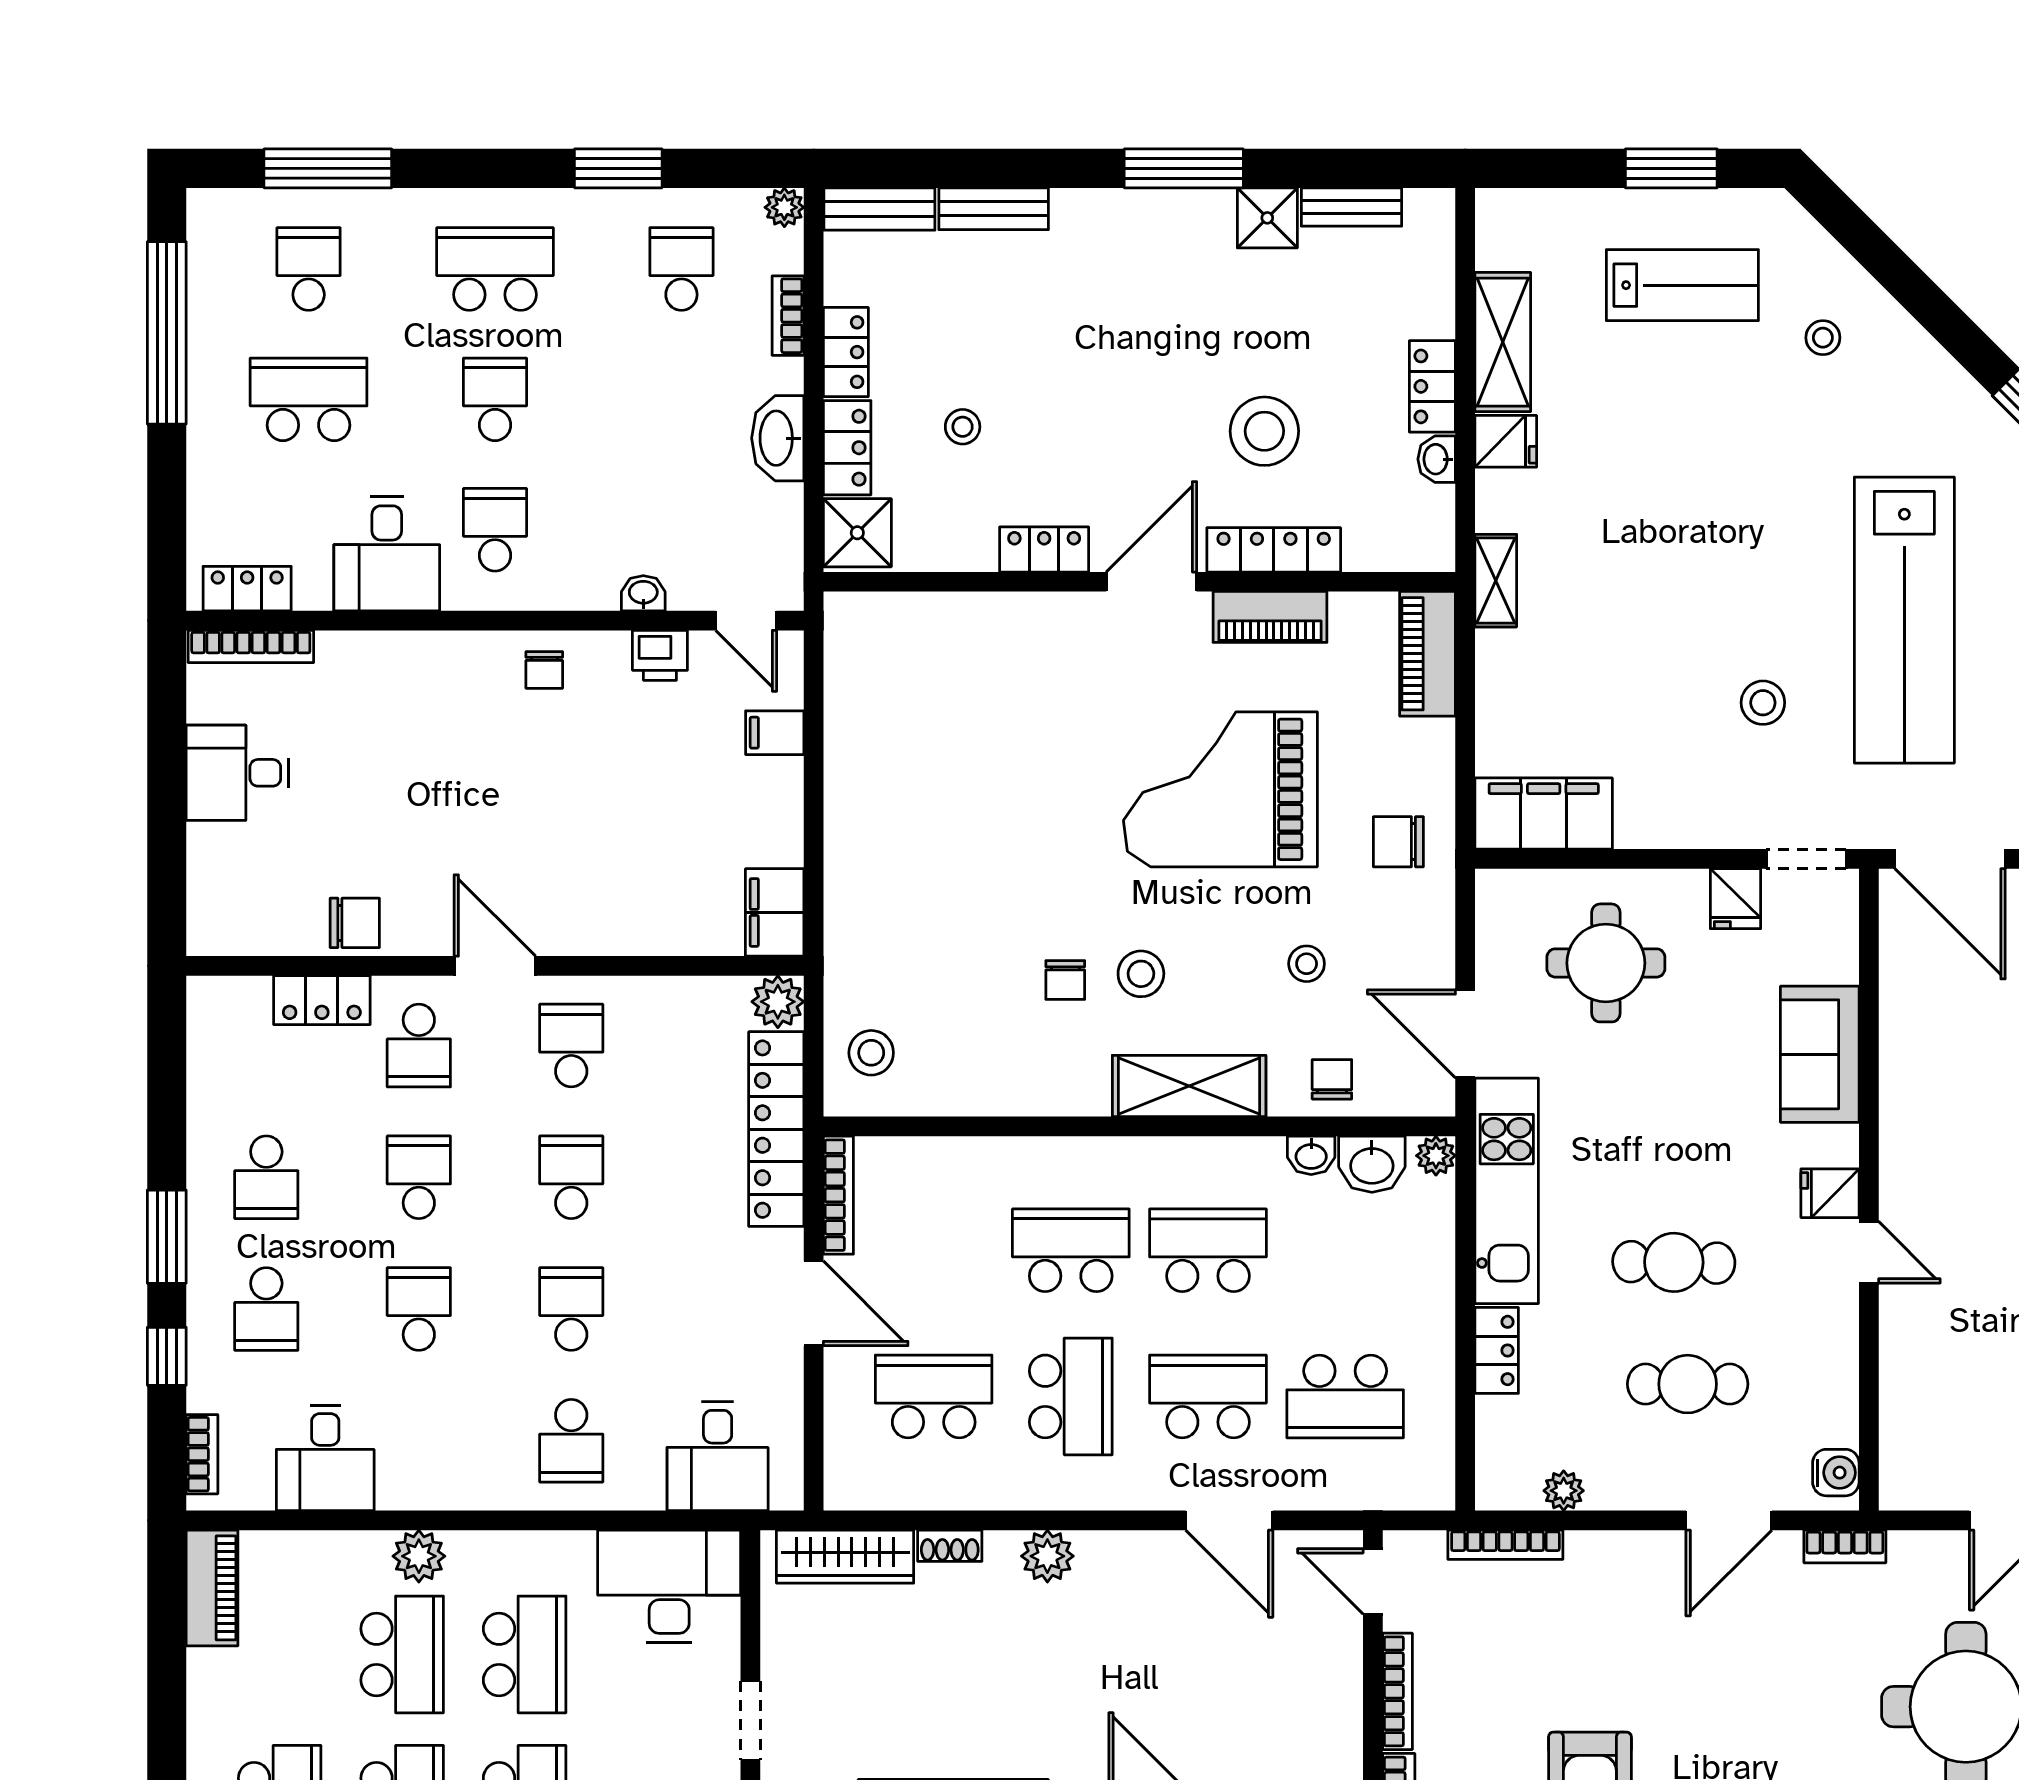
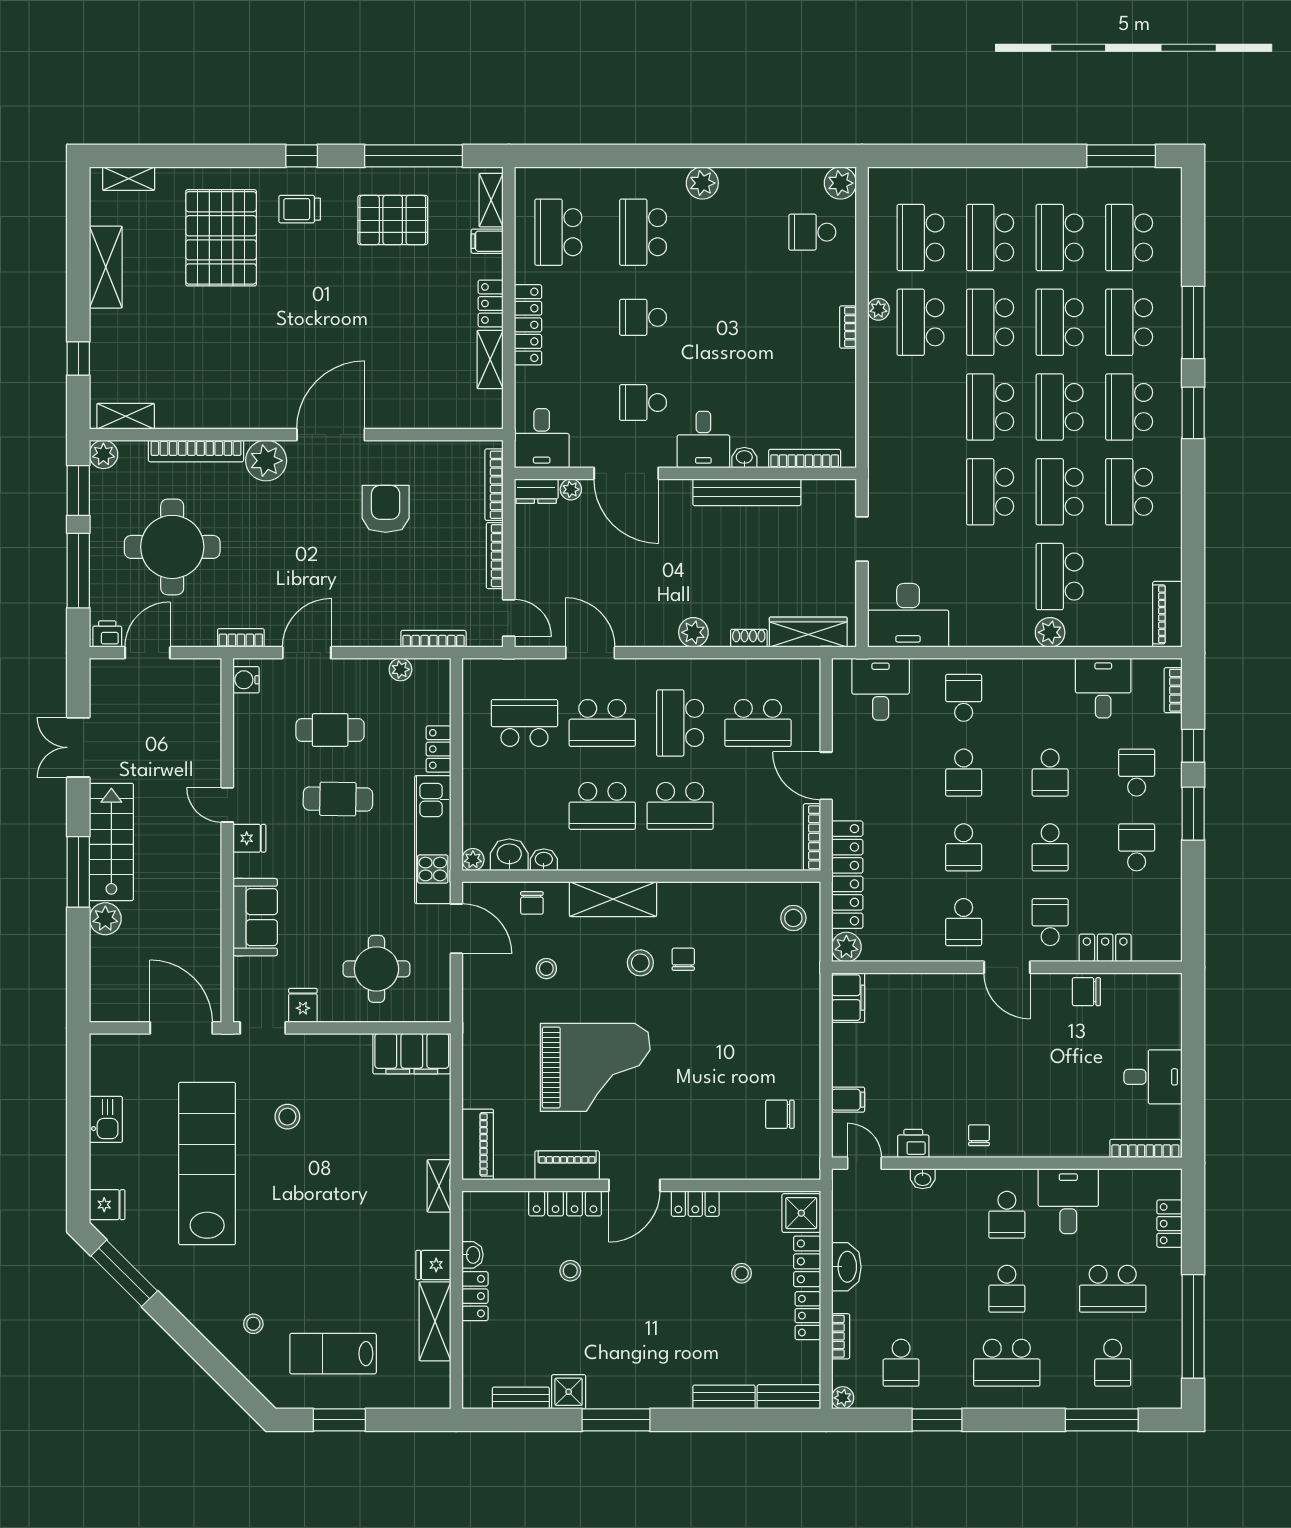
stool: (1264, 431) -> (570, 1271), width x0.53, depth x0.53
locker: (247, 589) -> (1169, 1224), moved, turned 90
chair: (1398, 842) -> (780, 1114), moved, turned 180
school desk: (525, 1654) -> (990, 577), removed

